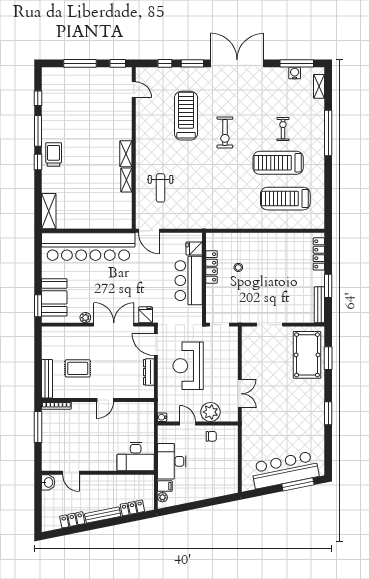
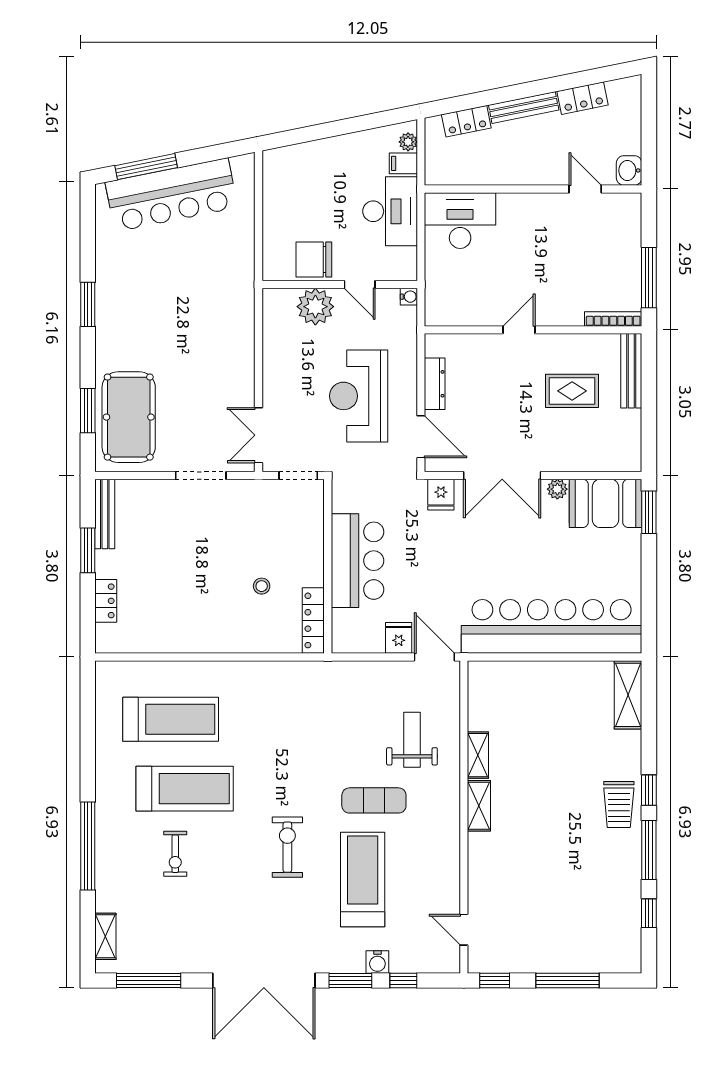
water cooler: (295, 73) -> (377, 962), moved
treadmill: (186, 116) -> (363, 879), turned 180
exercise mat: (180, 157) -> (374, 800), added
fridge: (194, 249) -> (399, 638), moved, turned -90
locker: (319, 254) -> (106, 601), width x0.66
locker: (212, 267) -> (313, 620), moved
booth: (54, 297) -> (605, 503), moved, turned 90
reception desk: (188, 366) -> (359, 396), turned 180
double door: (240, 394) -> (259, 435), moved
chair: (211, 436) -> (314, 259), width x1.87, depth x1.87

